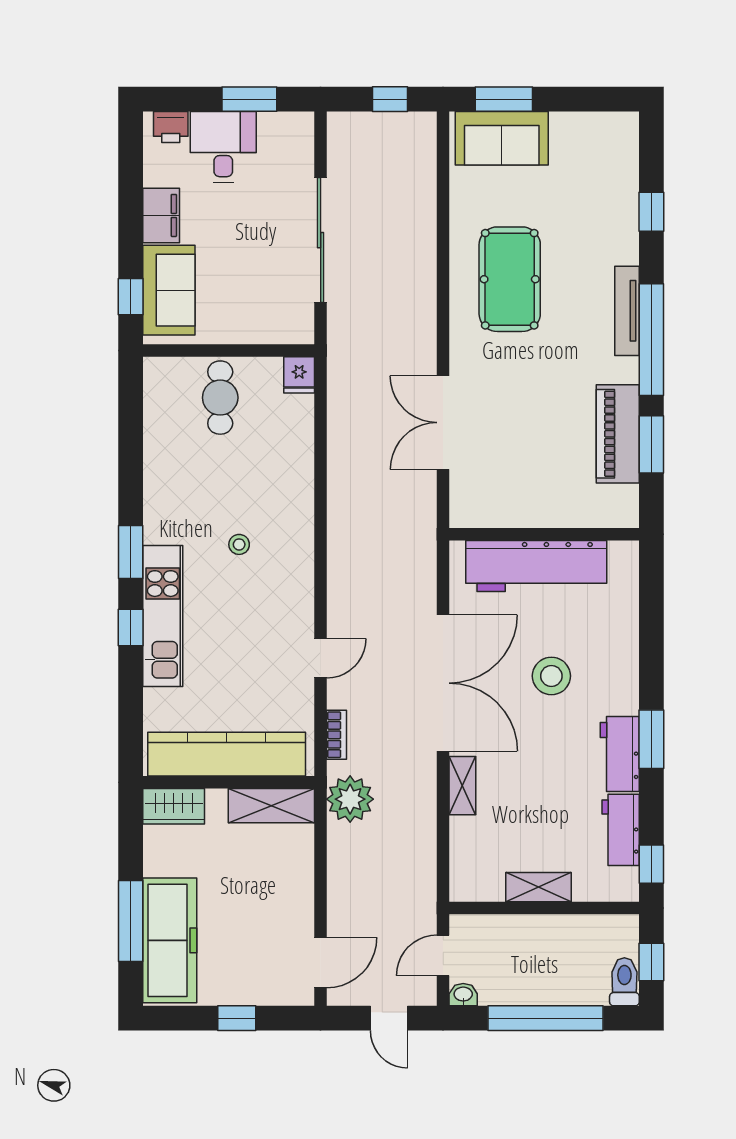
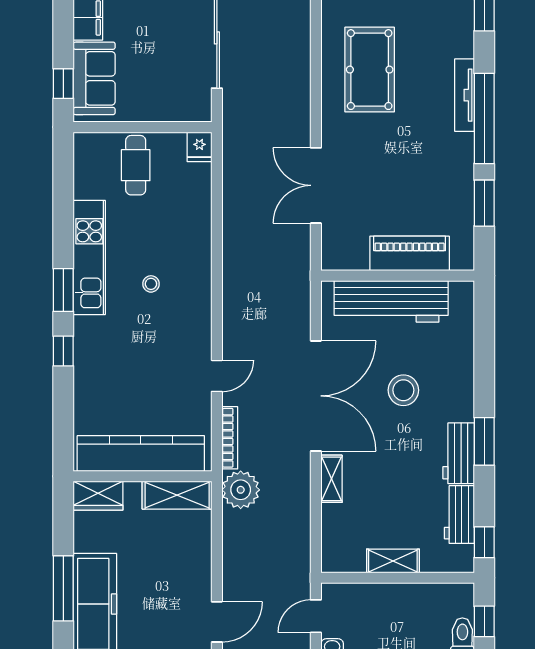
piano: (618, 434) -> (410, 253), moved, turned 90
kitchen unit: (163, 616) -> (89, 258), moved
bookcase: (337, 735) -> (230, 438), width x1.56

